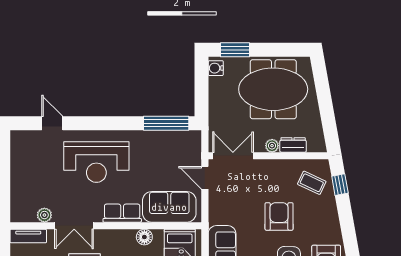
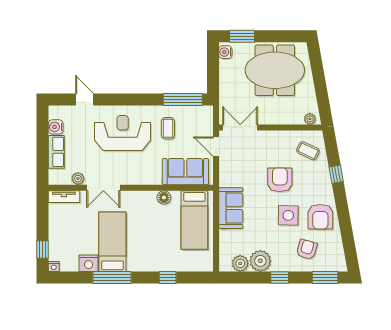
dresser: (293, 145) -> (292, 118), removed
plant: (272, 146) -> (310, 119), moved
water cooler: (19, 155) -> (56, 127), added
coffee table: (149, 157) -> (168, 128), added
reception desk: (96, 162) -> (123, 133), turned 180
window: (340, 185) -> (336, 174), moved
row of seats: (122, 213) -> (56, 152), moved, turned 90

